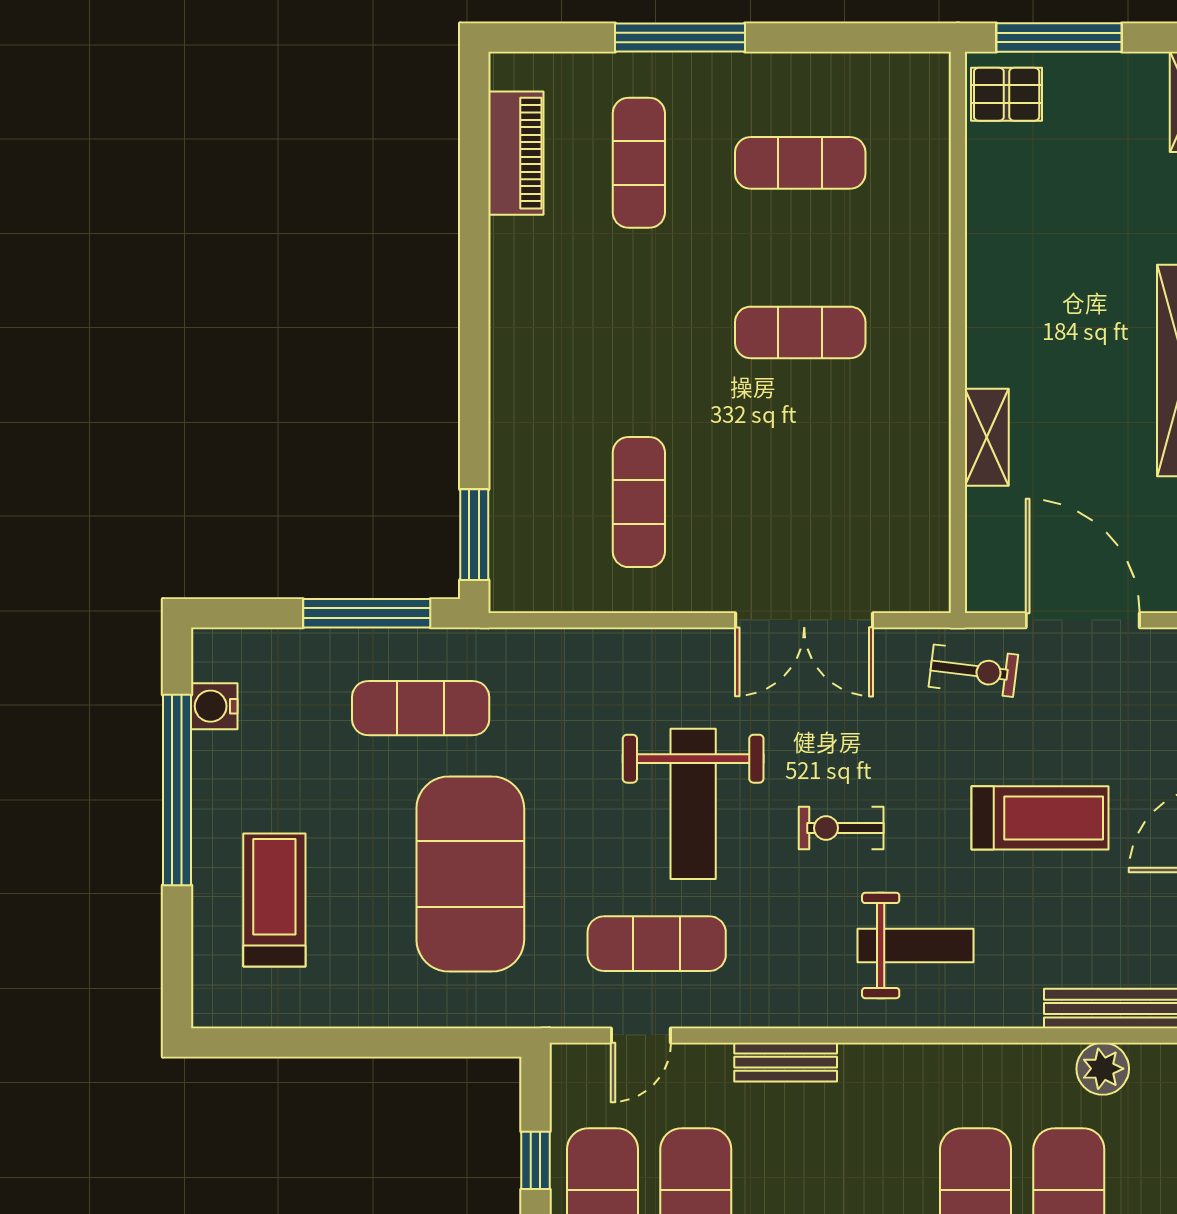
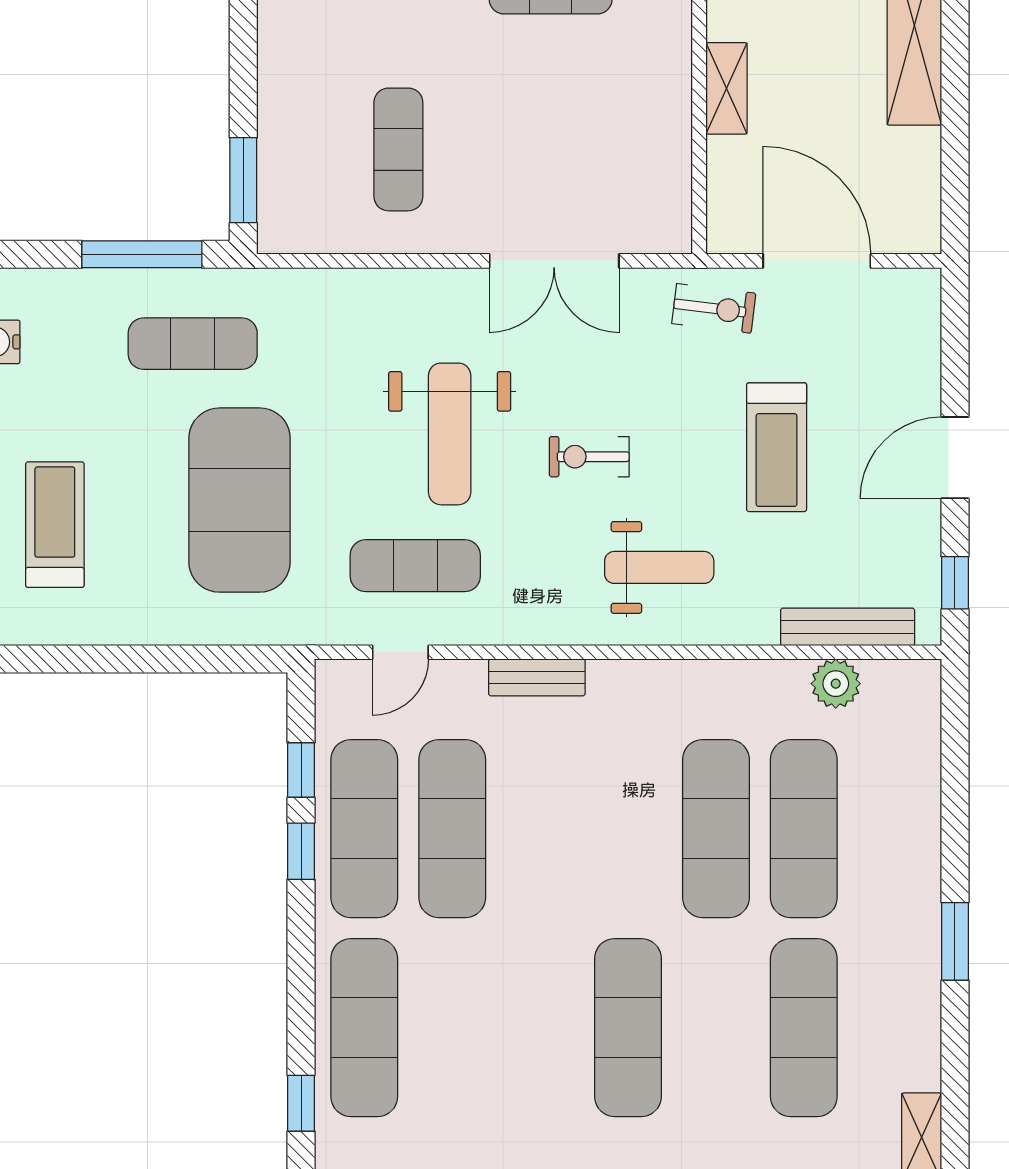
treadmill: (1040, 818) -> (777, 447), turned 90

